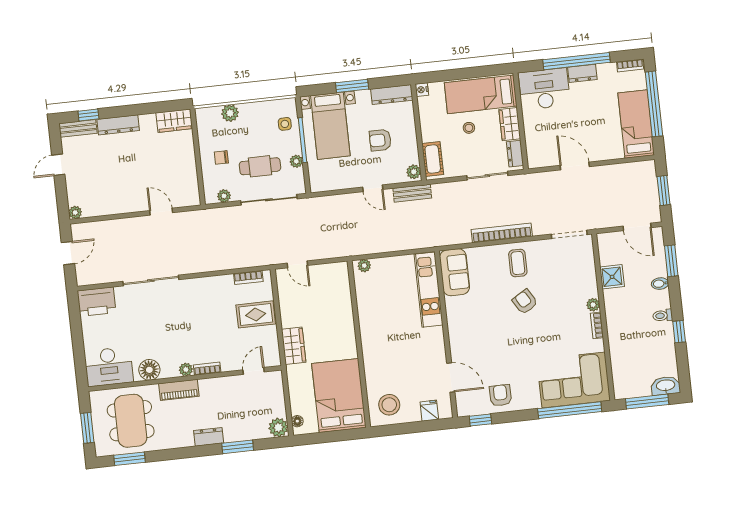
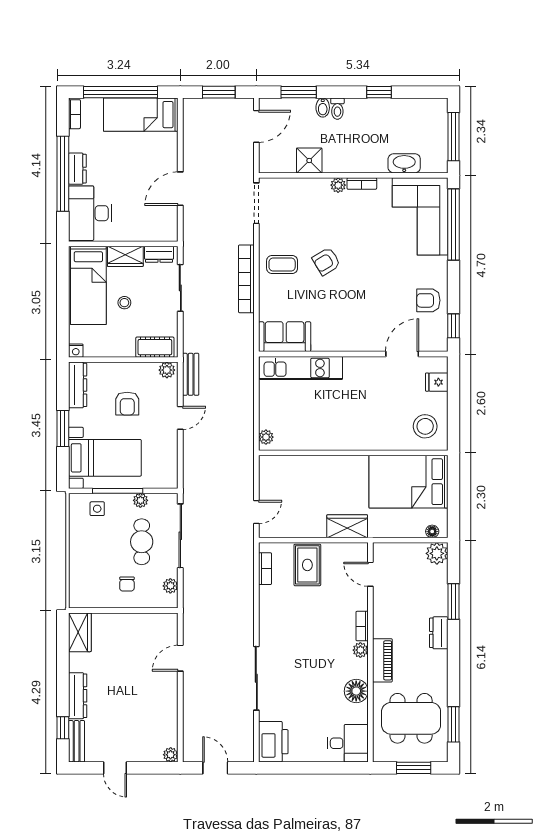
plant: (230, 113) -> (78, 569), removed
toilet: (663, 315) -> (337, 109), moved
desk: (109, 367) -> (348, 743), width x0.73
washbasin: (666, 386) -> (404, 163), moved, turned 90

